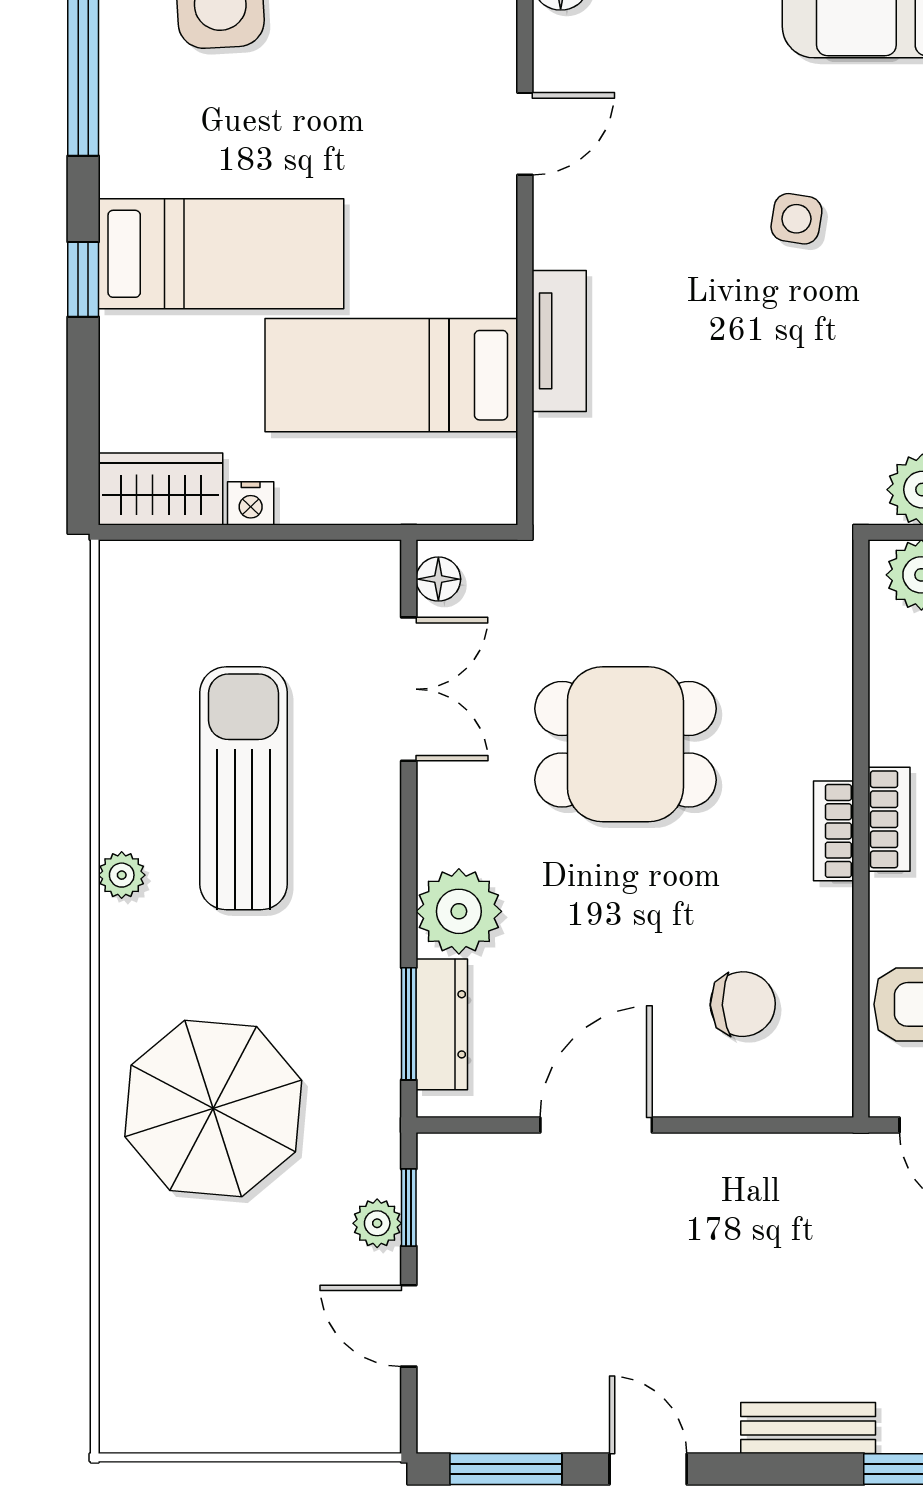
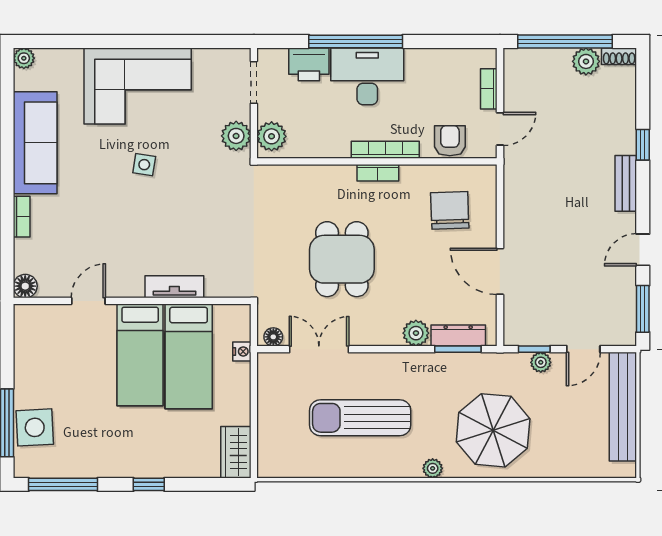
door: (525, 134) -> (88, 301), hinge flipped
side table: (796, 219) -> (144, 165), moved
bed: (221, 254) -> (140, 355), moved, turned 180
nightstand: (251, 503) -> (242, 351), moved
bookcase: (889, 819) -> (385, 150), width x1.56
plant: (122, 875) -> (433, 468), moved
plant: (459, 911) -> (416, 333), width x0.73, depth x0.73
chair: (743, 1004) -> (450, 210), width x1.37, depth x1.37
bench: (270, 1421) -> (623, 407), added

